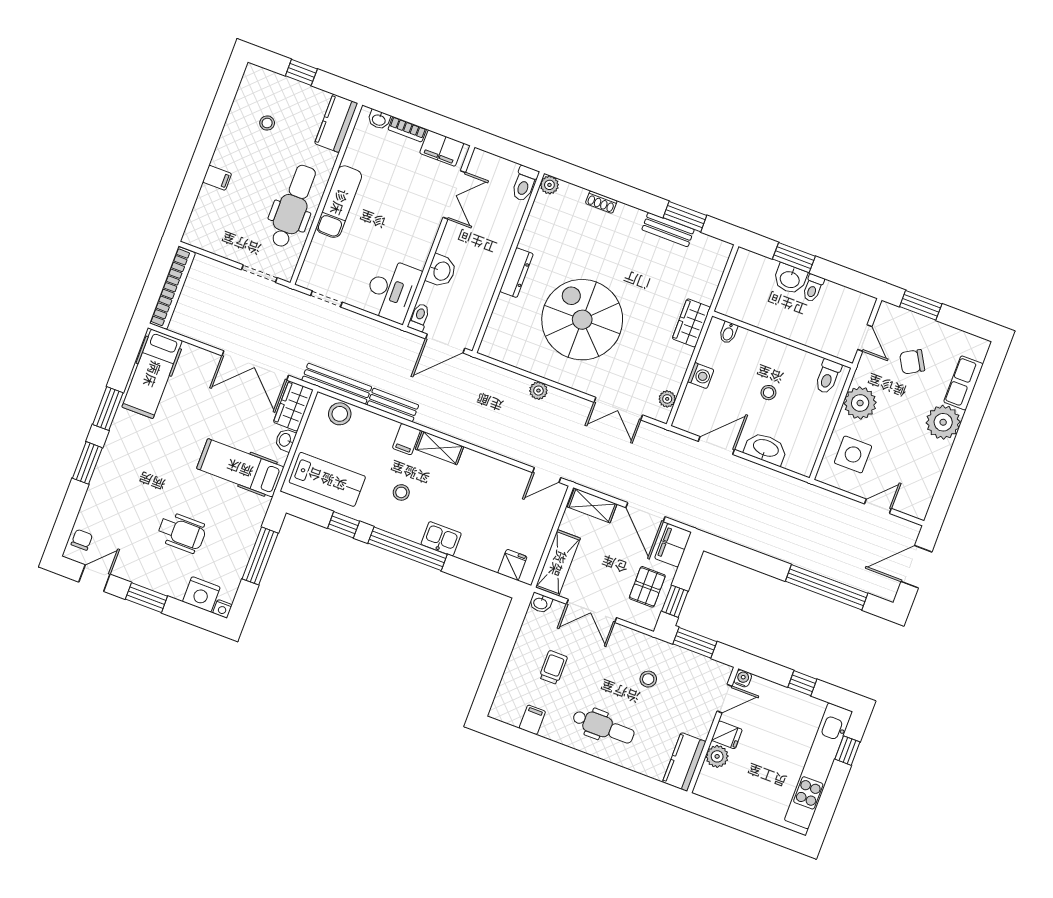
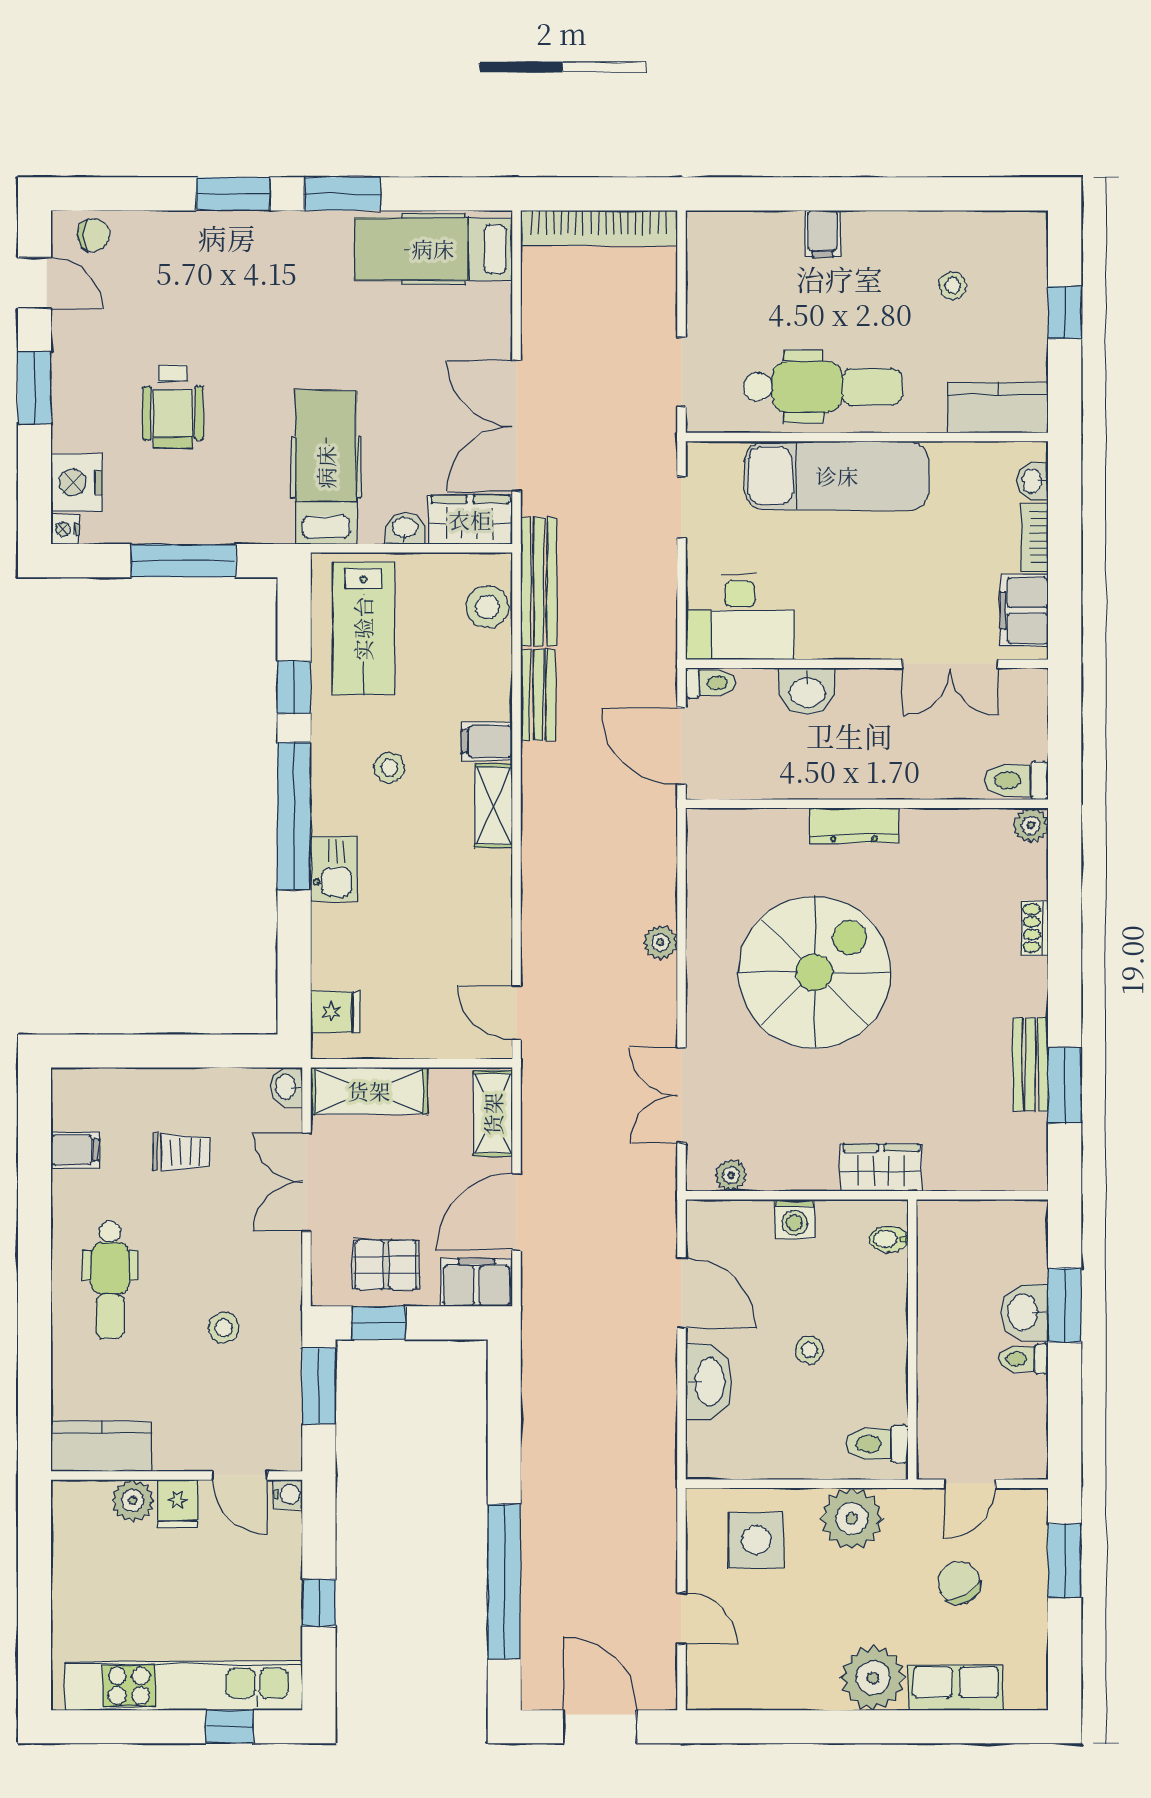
exam couch: (339, 202) -> (837, 476), width x1.36, depth x1.45

